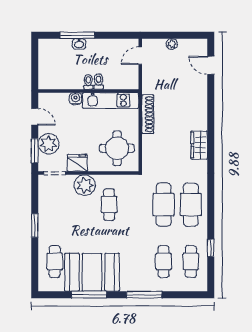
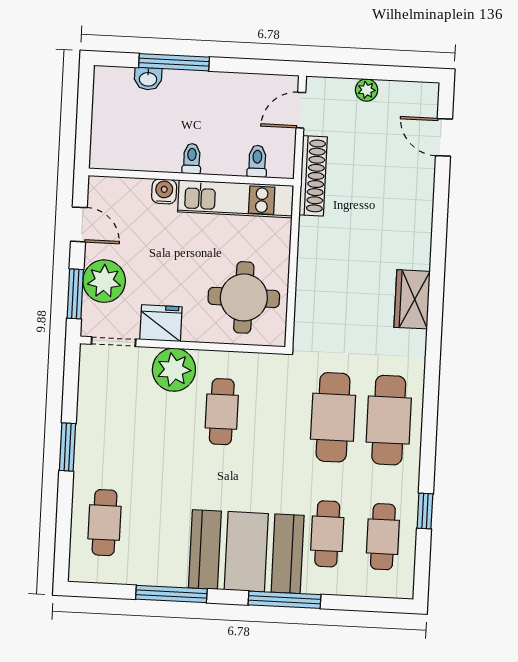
washbasin: (79, 44) -> (148, 79), moved
toilet: (99, 82) -> (257, 161), moved
shoe rack: (148, 114) -> (313, 176), moved
booth: (92, 272) -> (246, 552), moved

